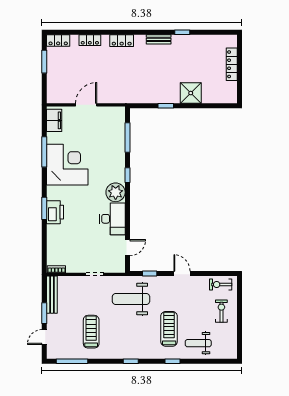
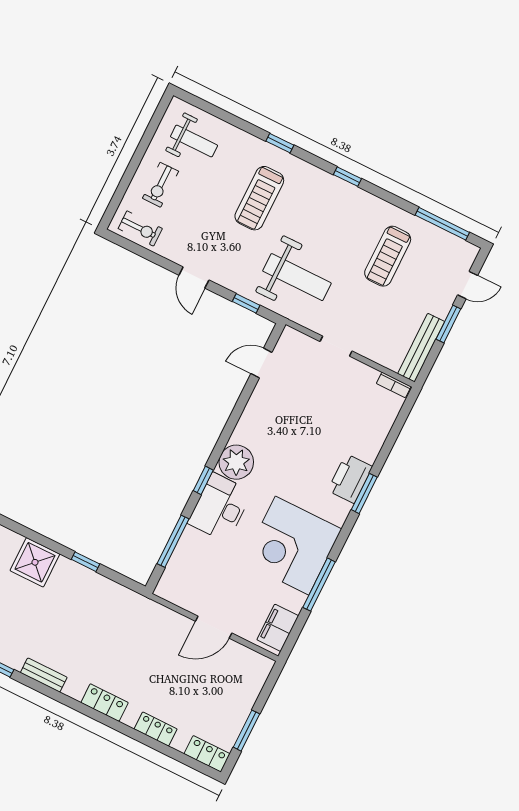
desk: (112, 219) -> (220, 507), moved
weight bench: (198, 343) -> (194, 141), moved

